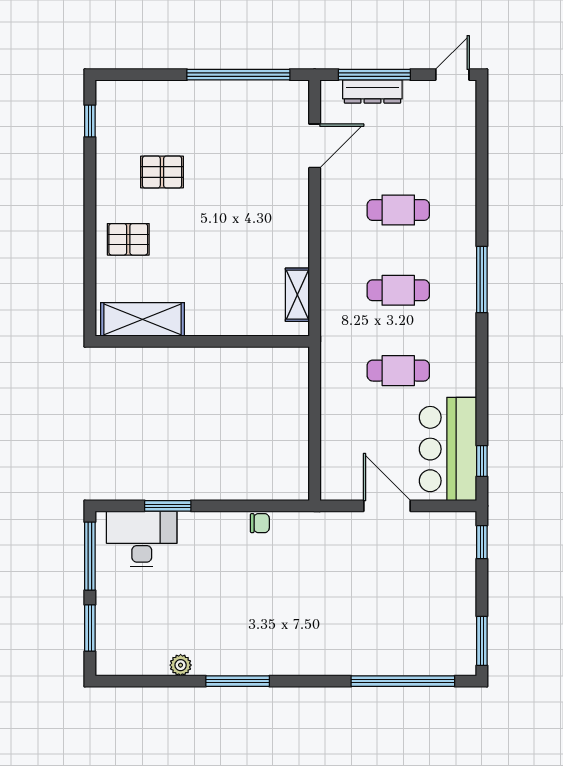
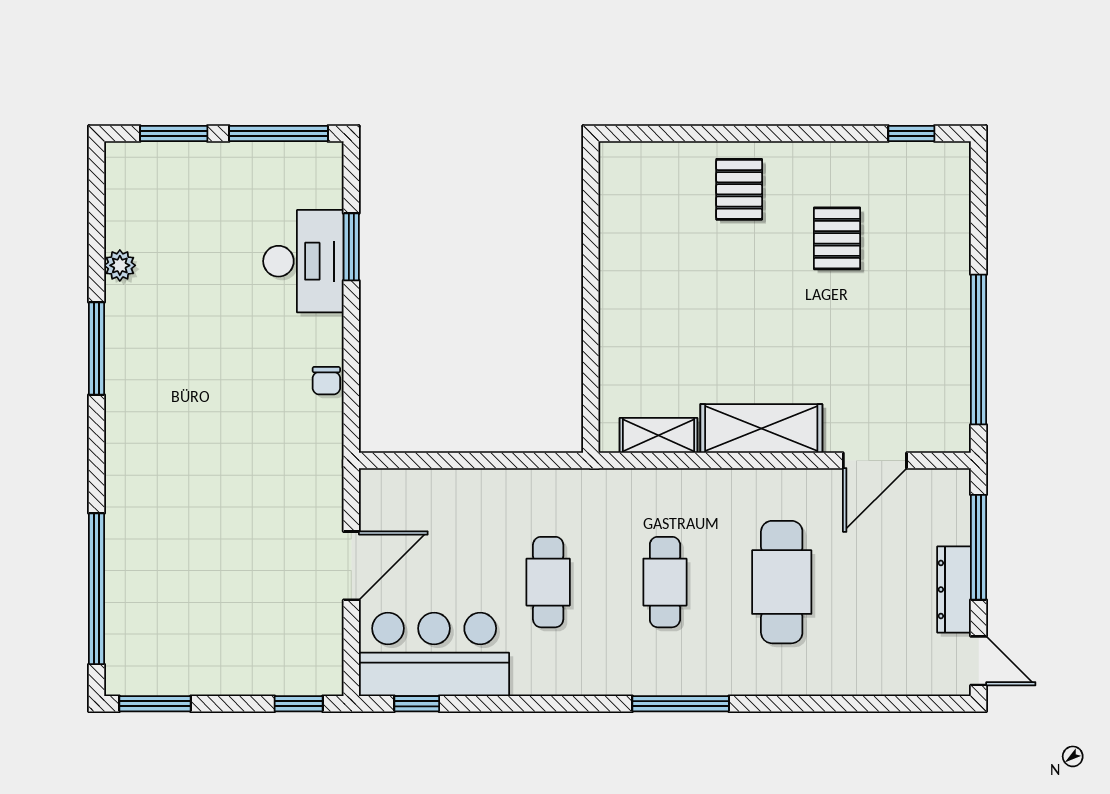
dresser: (372, 92) -> (954, 589), moved
door: (315, 146) -> (875, 460), hinge flipped
cafe table: (398, 210) -> (782, 582), width x1.37, depth x1.35
shelving: (143, 319) -> (761, 428), moved, turned 90
desk: (142, 539) -> (303, 261), moved

